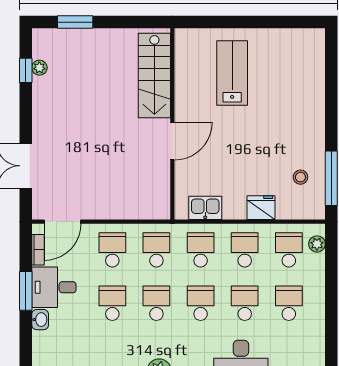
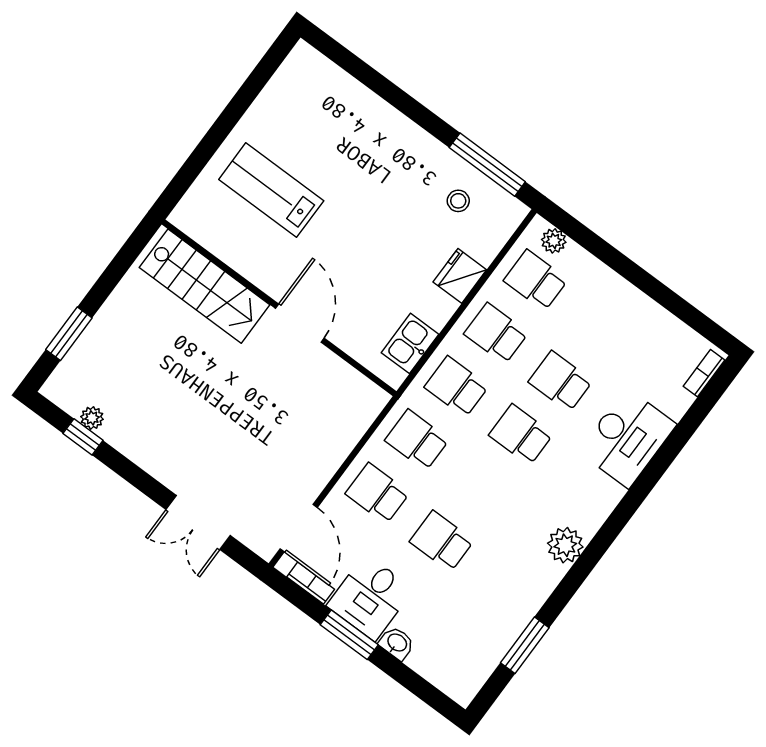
school desk: (156, 303) -> (481, 488), removed
school desk: (289, 303) -> (600, 328), removed

